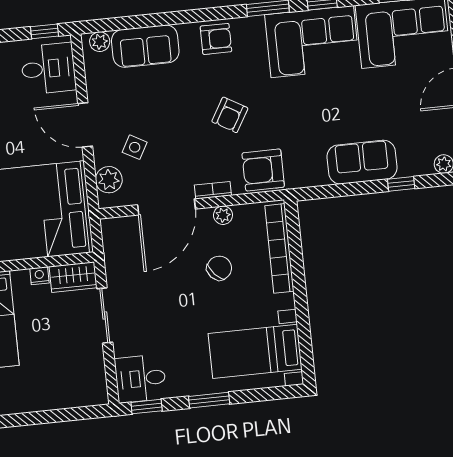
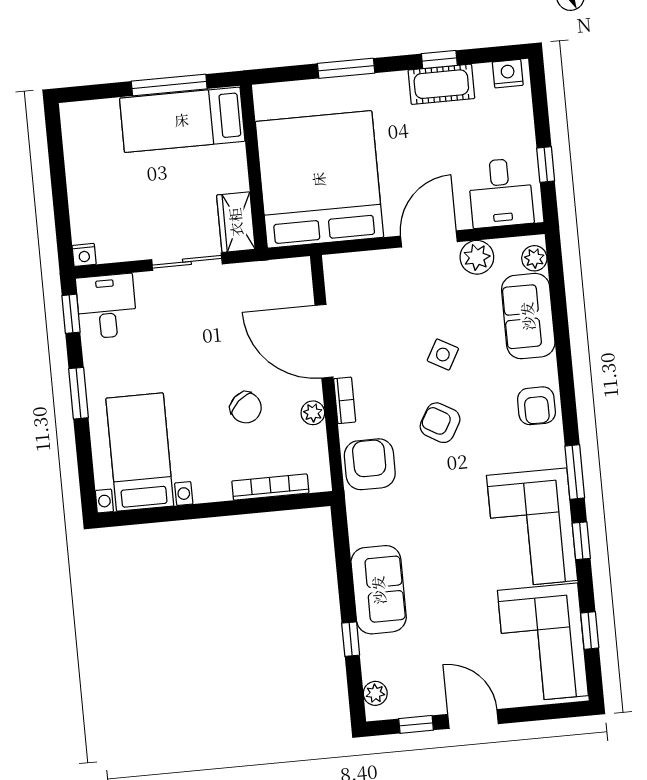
window: (44, 31) -> (546, 165), moved
side table: (135, 147) -> (443, 355), moved
plant: (109, 180) -> (477, 257), moved
bookcase: (279, 248) -> (270, 487), width x0.68, depth x0.76
nightstand: (39, 276) -> (84, 255), moved, turned 90

